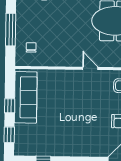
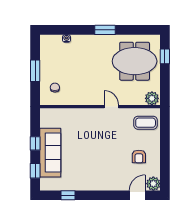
window: (11, 30) -> (35, 71), width x0.69
sofa: (26, 97) -> (50, 153), moved

